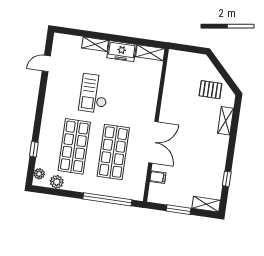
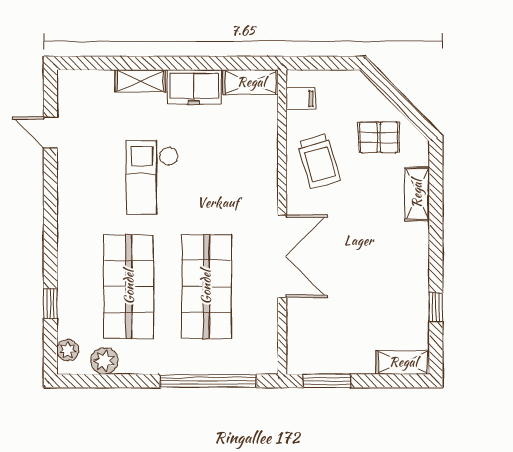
door: (46, 63) -> (50, 132), hinge flipped
trolley: (179, 97) -> (319, 161), added
filing cabinet: (158, 177) -> (301, 99), moved
window: (178, 210) -> (327, 381), moved

